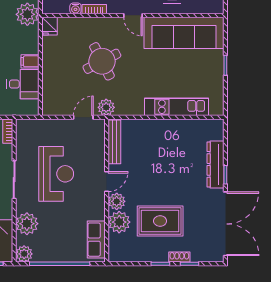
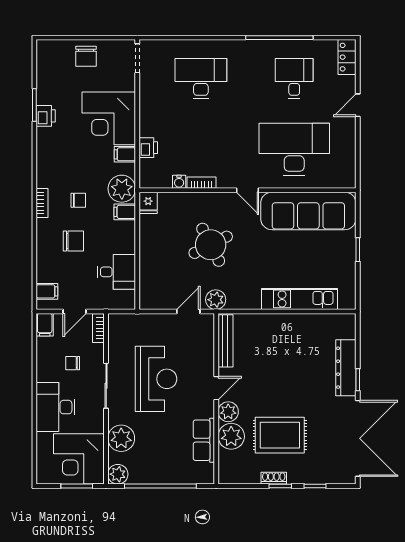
filing cabinet: (30, 61) -> (125, 212), moved
row of seats: (96, 240) -> (204, 440), moved
shoe rack: (179, 257) -> (274, 478), moved

